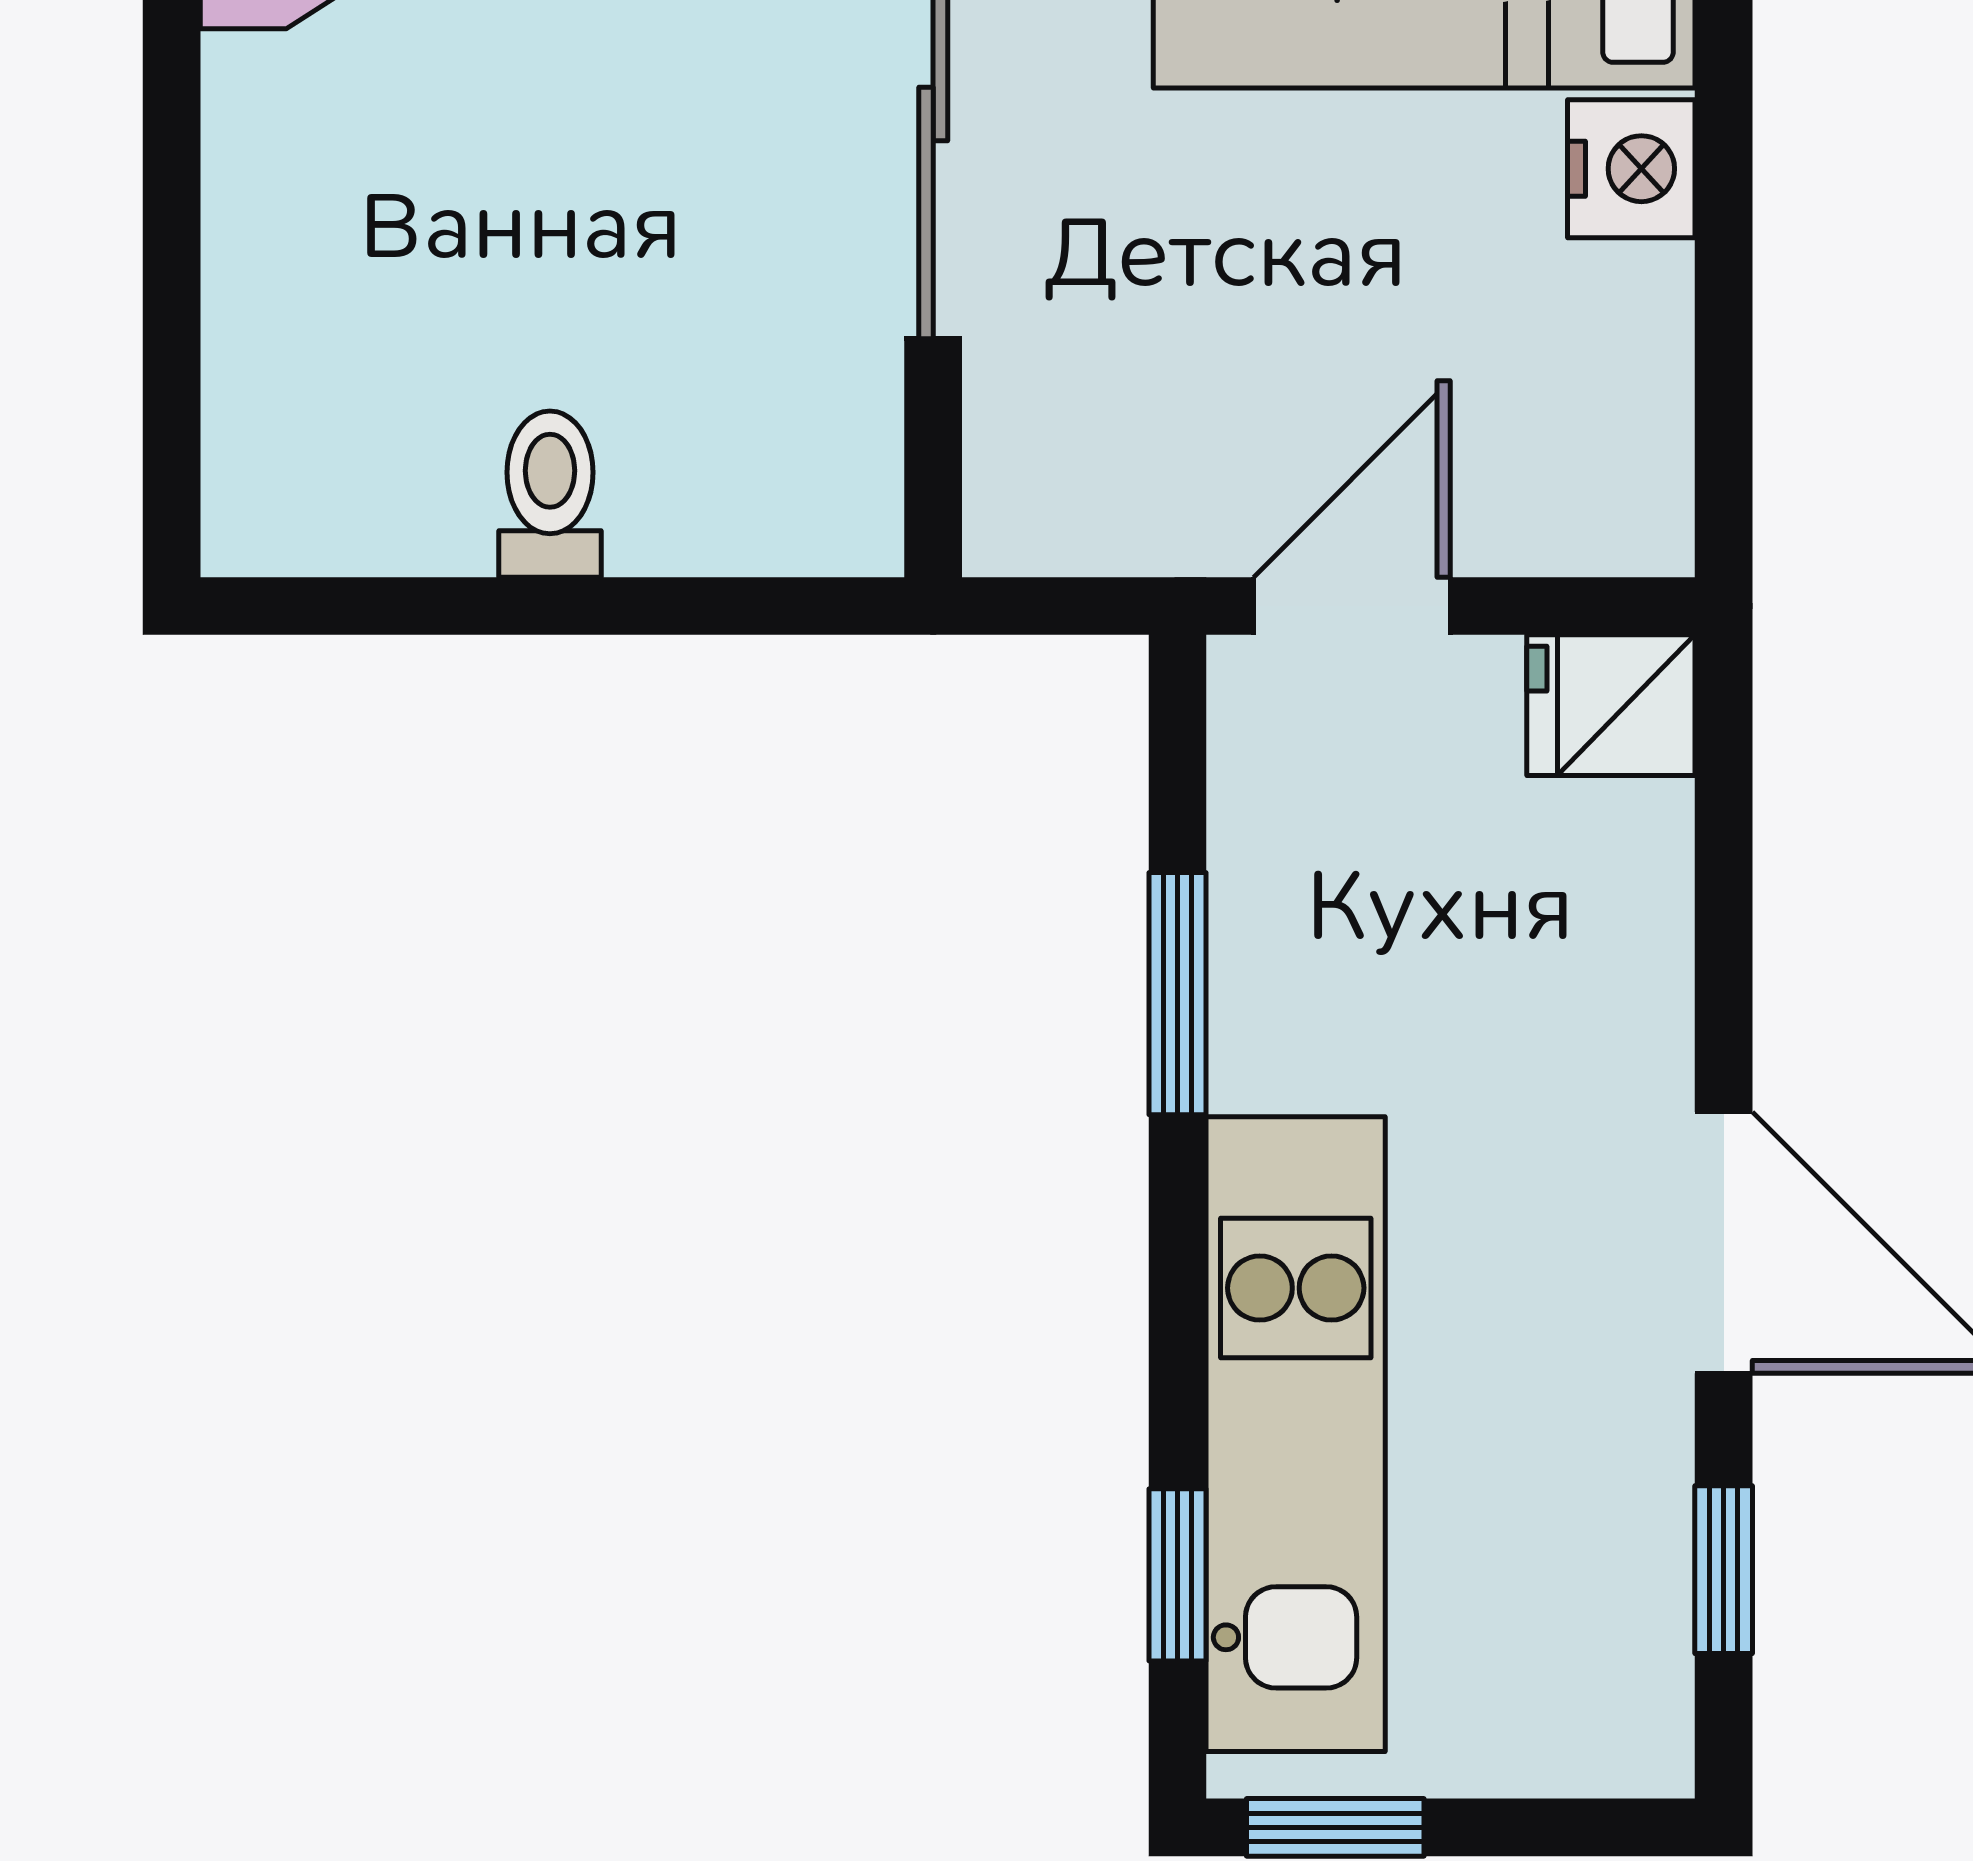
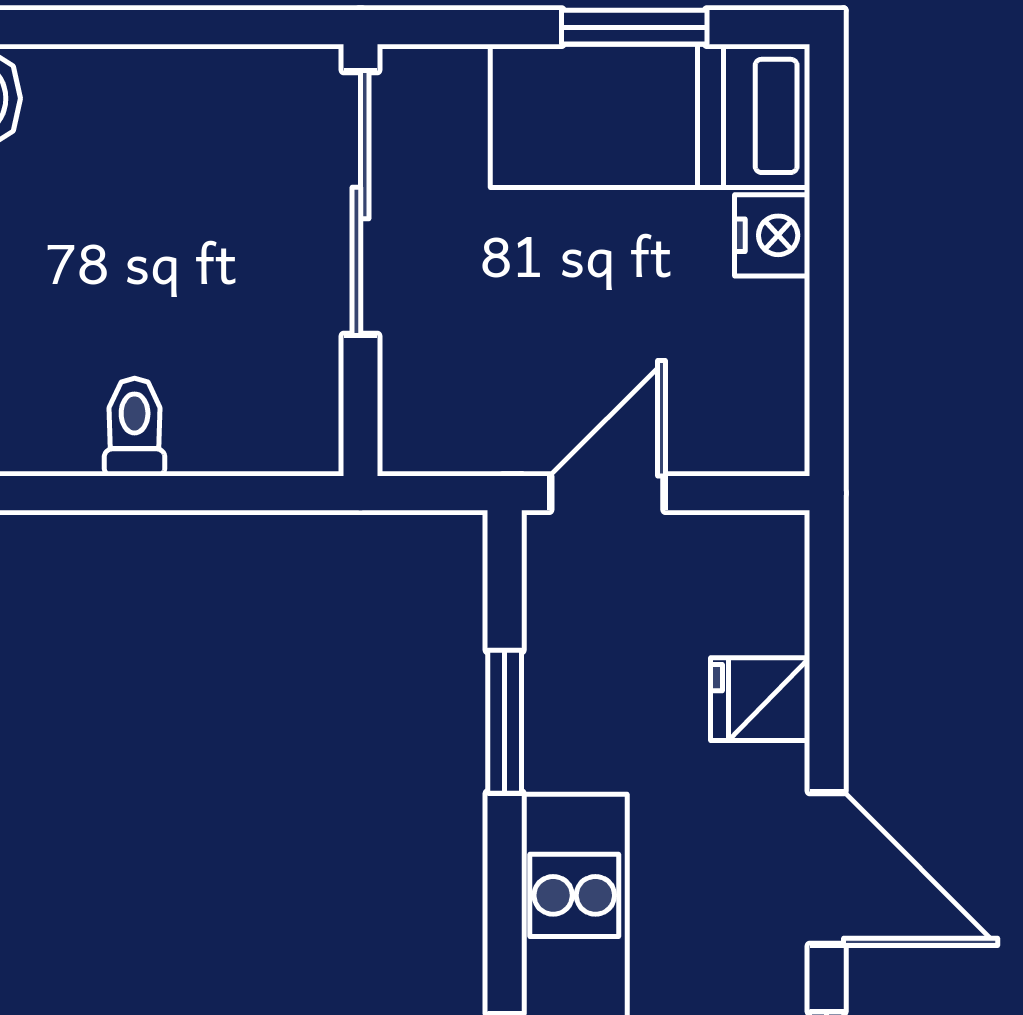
fridge: (1611, 705) -> (760, 699), moved

